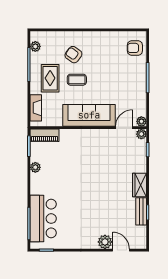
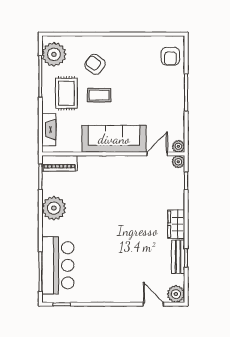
plant: (35, 46) -> (54, 54), width x1.87, depth x1.87
armchair: (135, 48) -> (170, 56), turned -90
plant: (35, 167) -> (54, 208), width x1.88, depth x1.88
plant: (105, 242) -> (176, 294), moved

